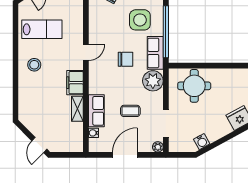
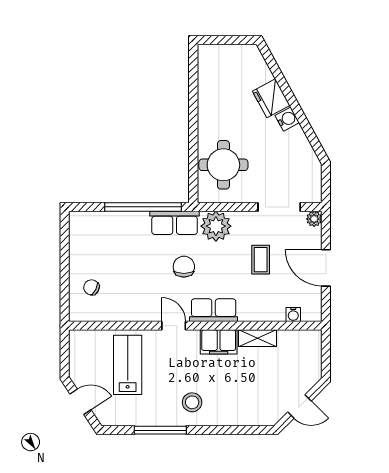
side table: (140, 20) -> (126, 245), removed
lab bench: (42, 29) -> (128, 365), moved
window: (15, 43) -> (160, 430), added
row of seats: (96, 111) -> (214, 310), moved
water cooler: (202, 142) -> (287, 119), moved
door: (39, 145) -> (299, 406), moved

